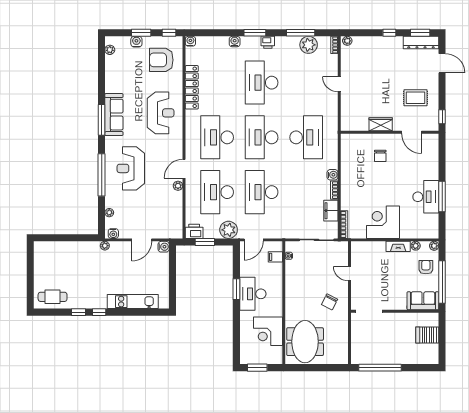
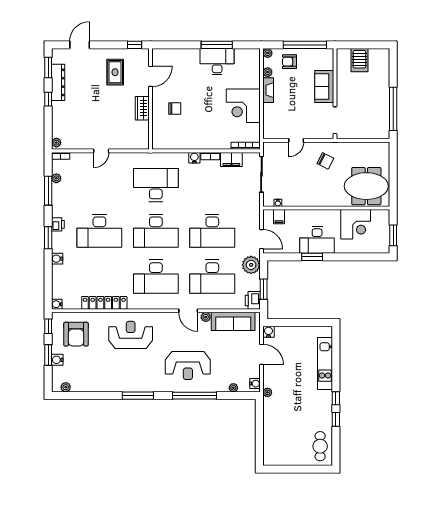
dresser: (421, 43) -> (58, 82), moved
plant: (309, 45) -> (56, 178), width x0.53, depth x0.53
sofa: (114, 115) -> (233, 321), moved, turned 180
sofa: (423, 301) -> (324, 87), moved

